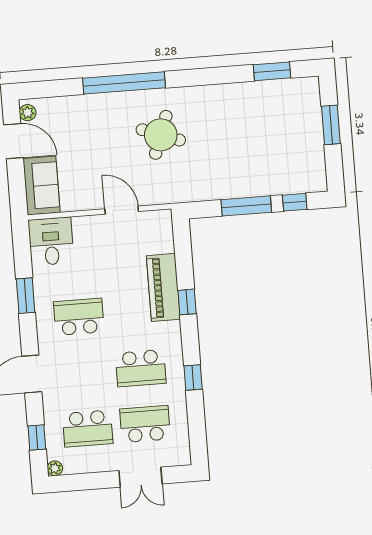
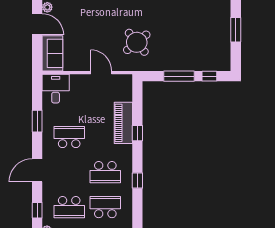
round table: (161, 135) -> (137, 42), moved, turned 31

